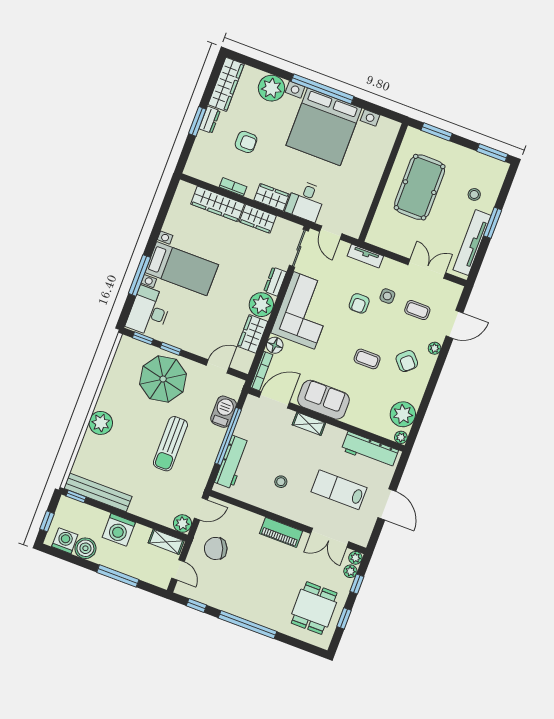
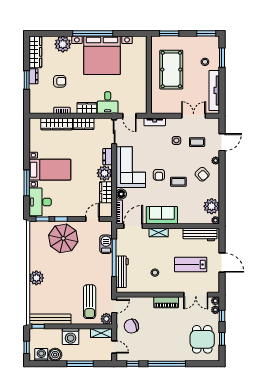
window: (493, 223) -> (222, 58), moved
armchair: (359, 303) -> (159, 175), moved
sun lounger: (170, 444) -> (90, 302), moved

